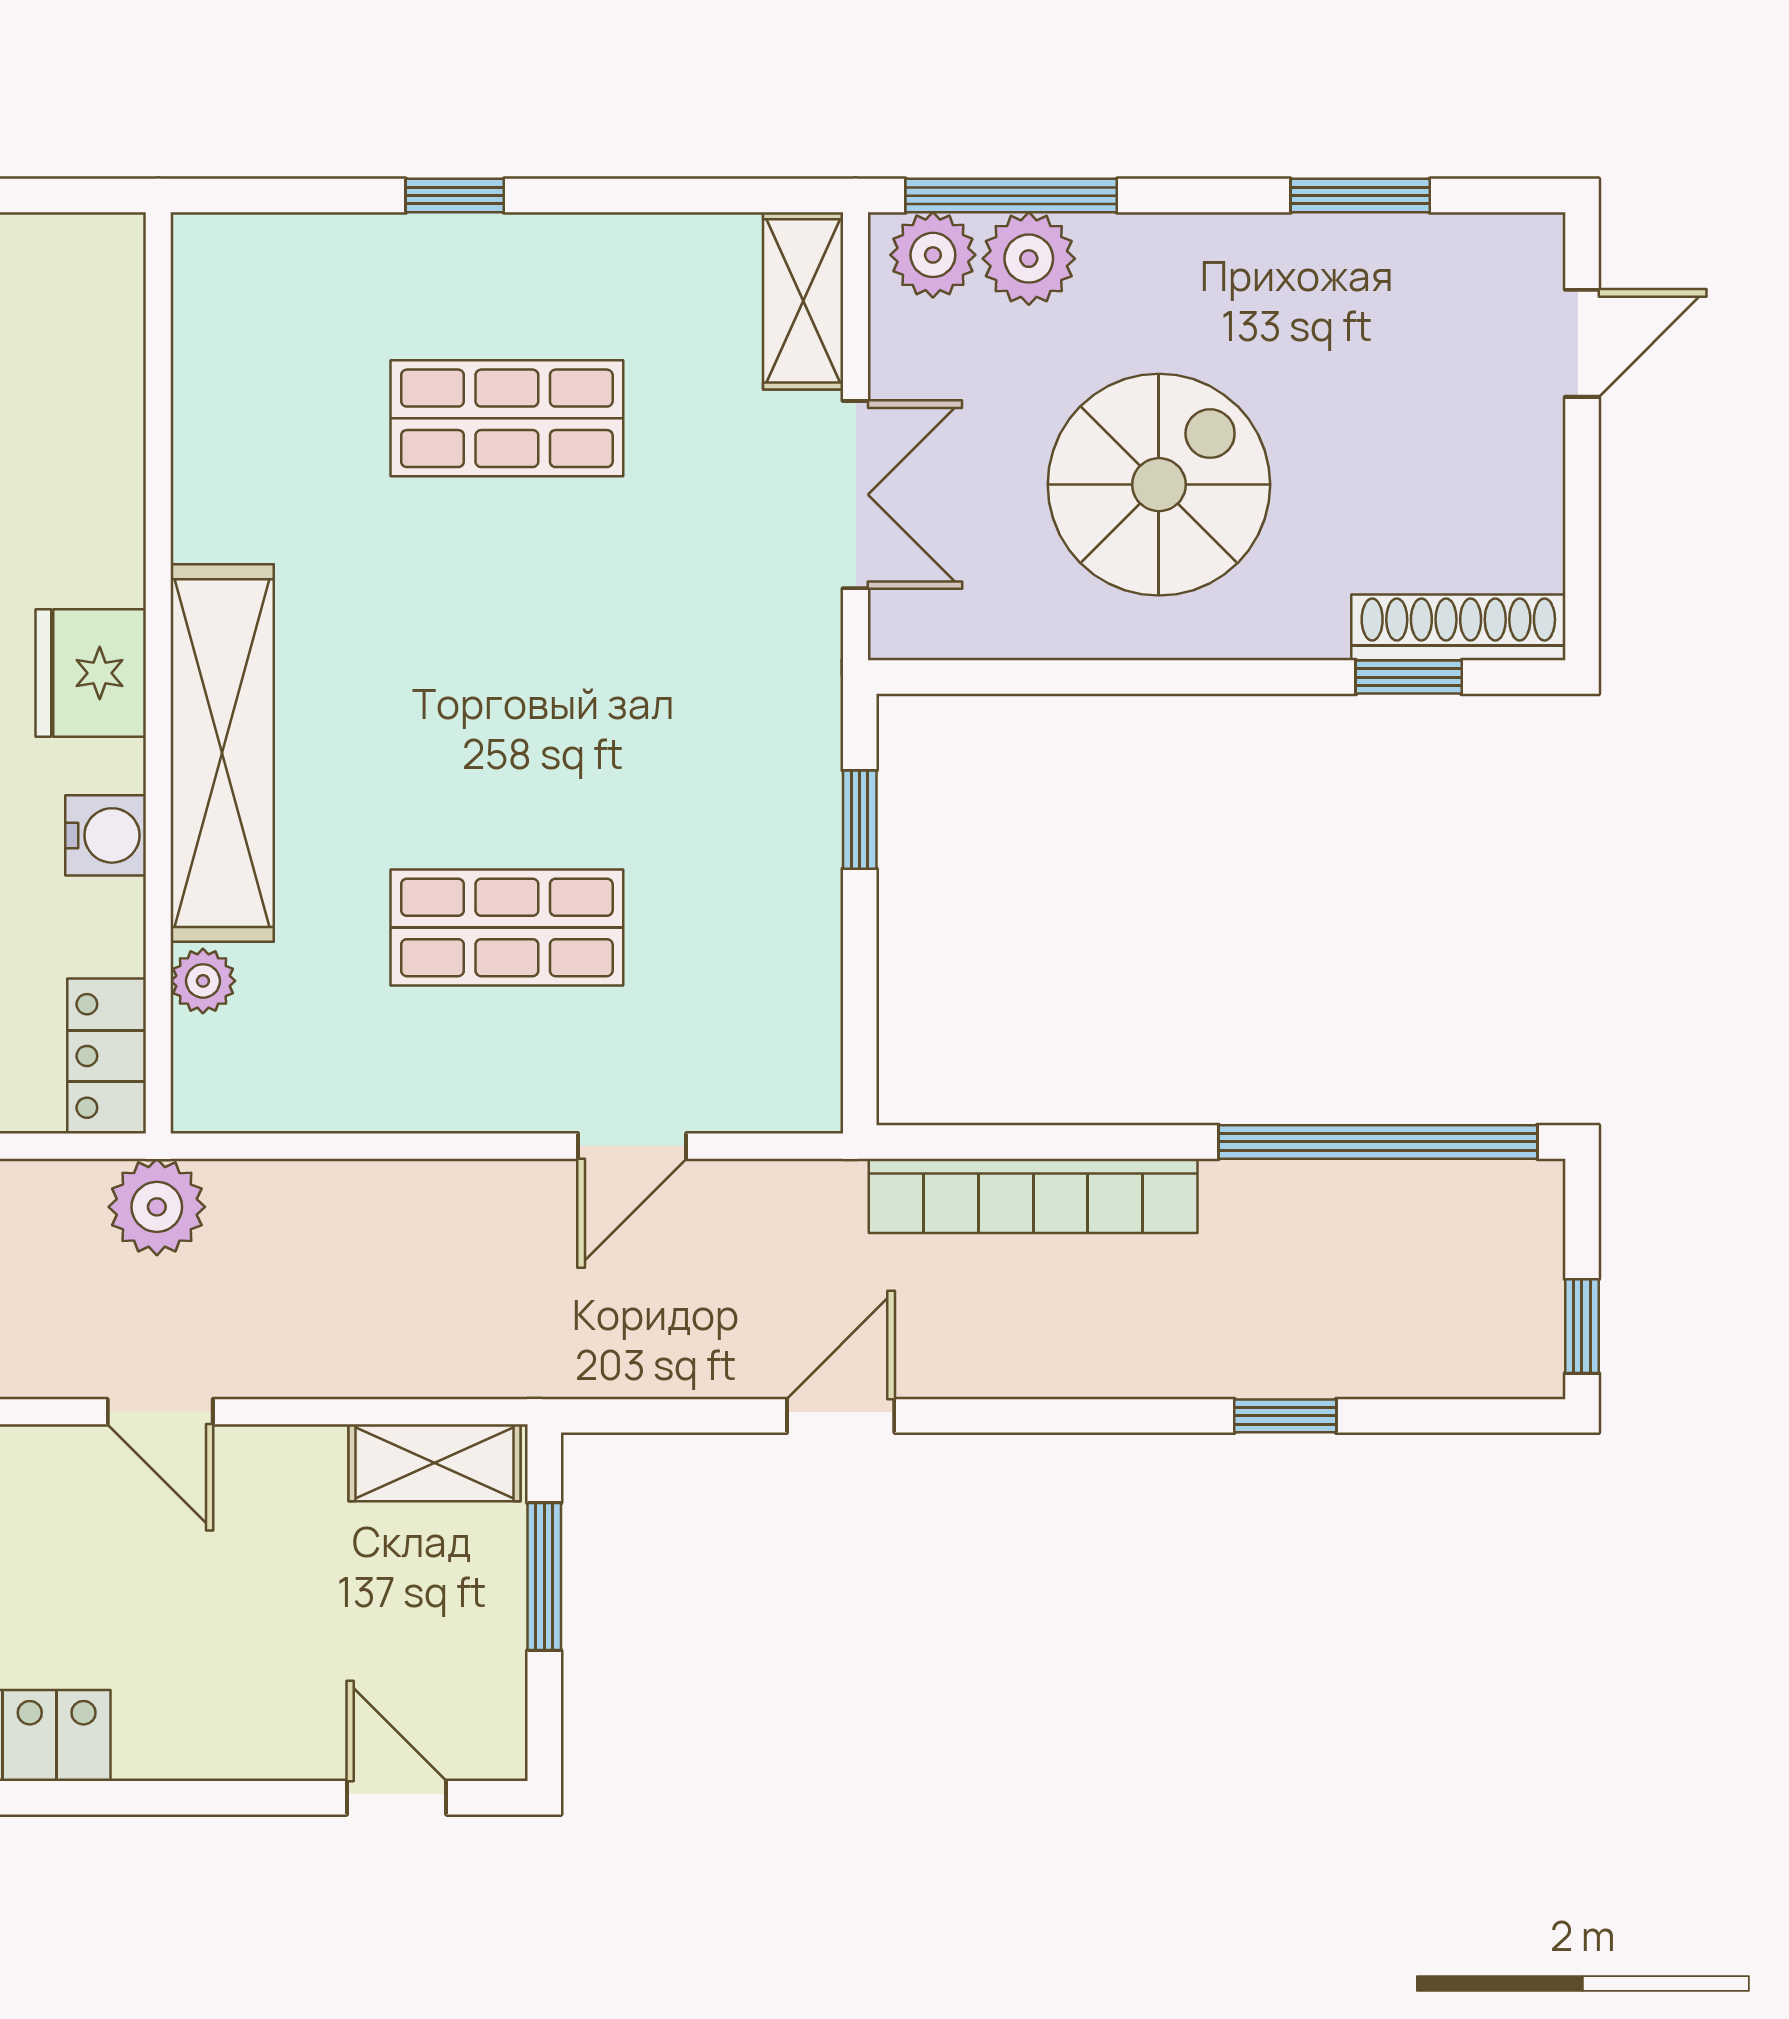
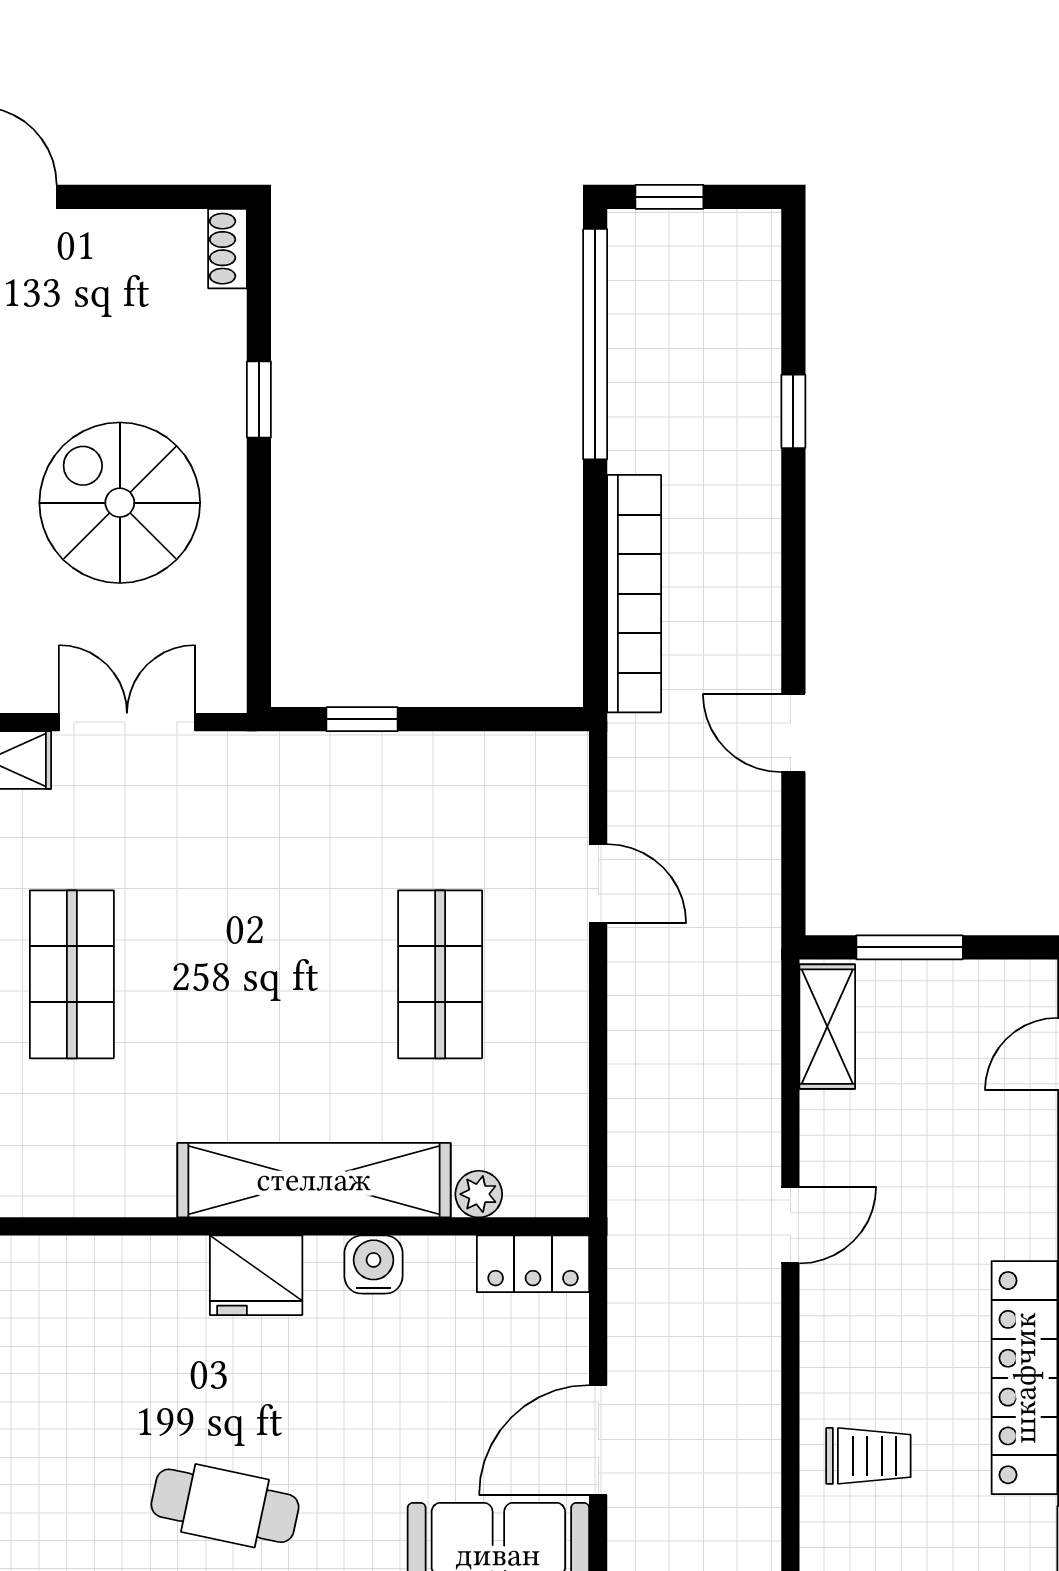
shoe rack: (1458, 627) -> (228, 249), width x0.51, depth x0.81
window: (1409, 677) -> (259, 399), moved
plant: (157, 1207) -> (642, 1227), removed
window: (1582, 1326) -> (669, 197), moved

